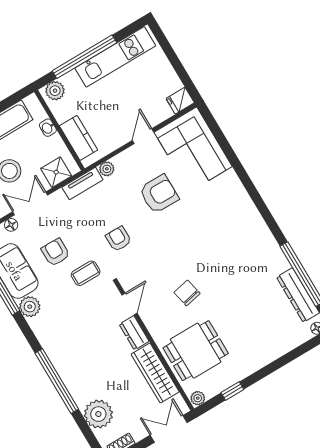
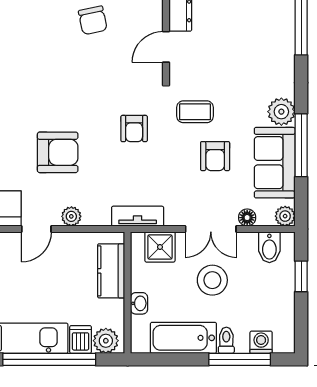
dishwasher: (72, 82) -> (81, 339), added
plant: (107, 169) -> (71, 216), moved
armchair: (159, 194) -> (58, 152), turned 180

